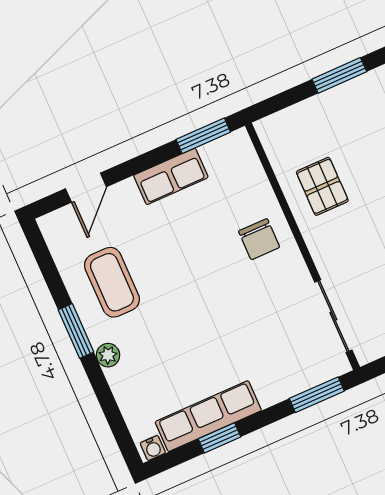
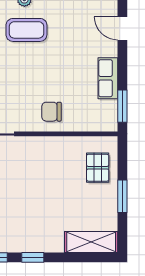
pallet: (322, 186) -> (98, 168), moved, turned 90
coffee table: (112, 282) -> (26, 30), moved

